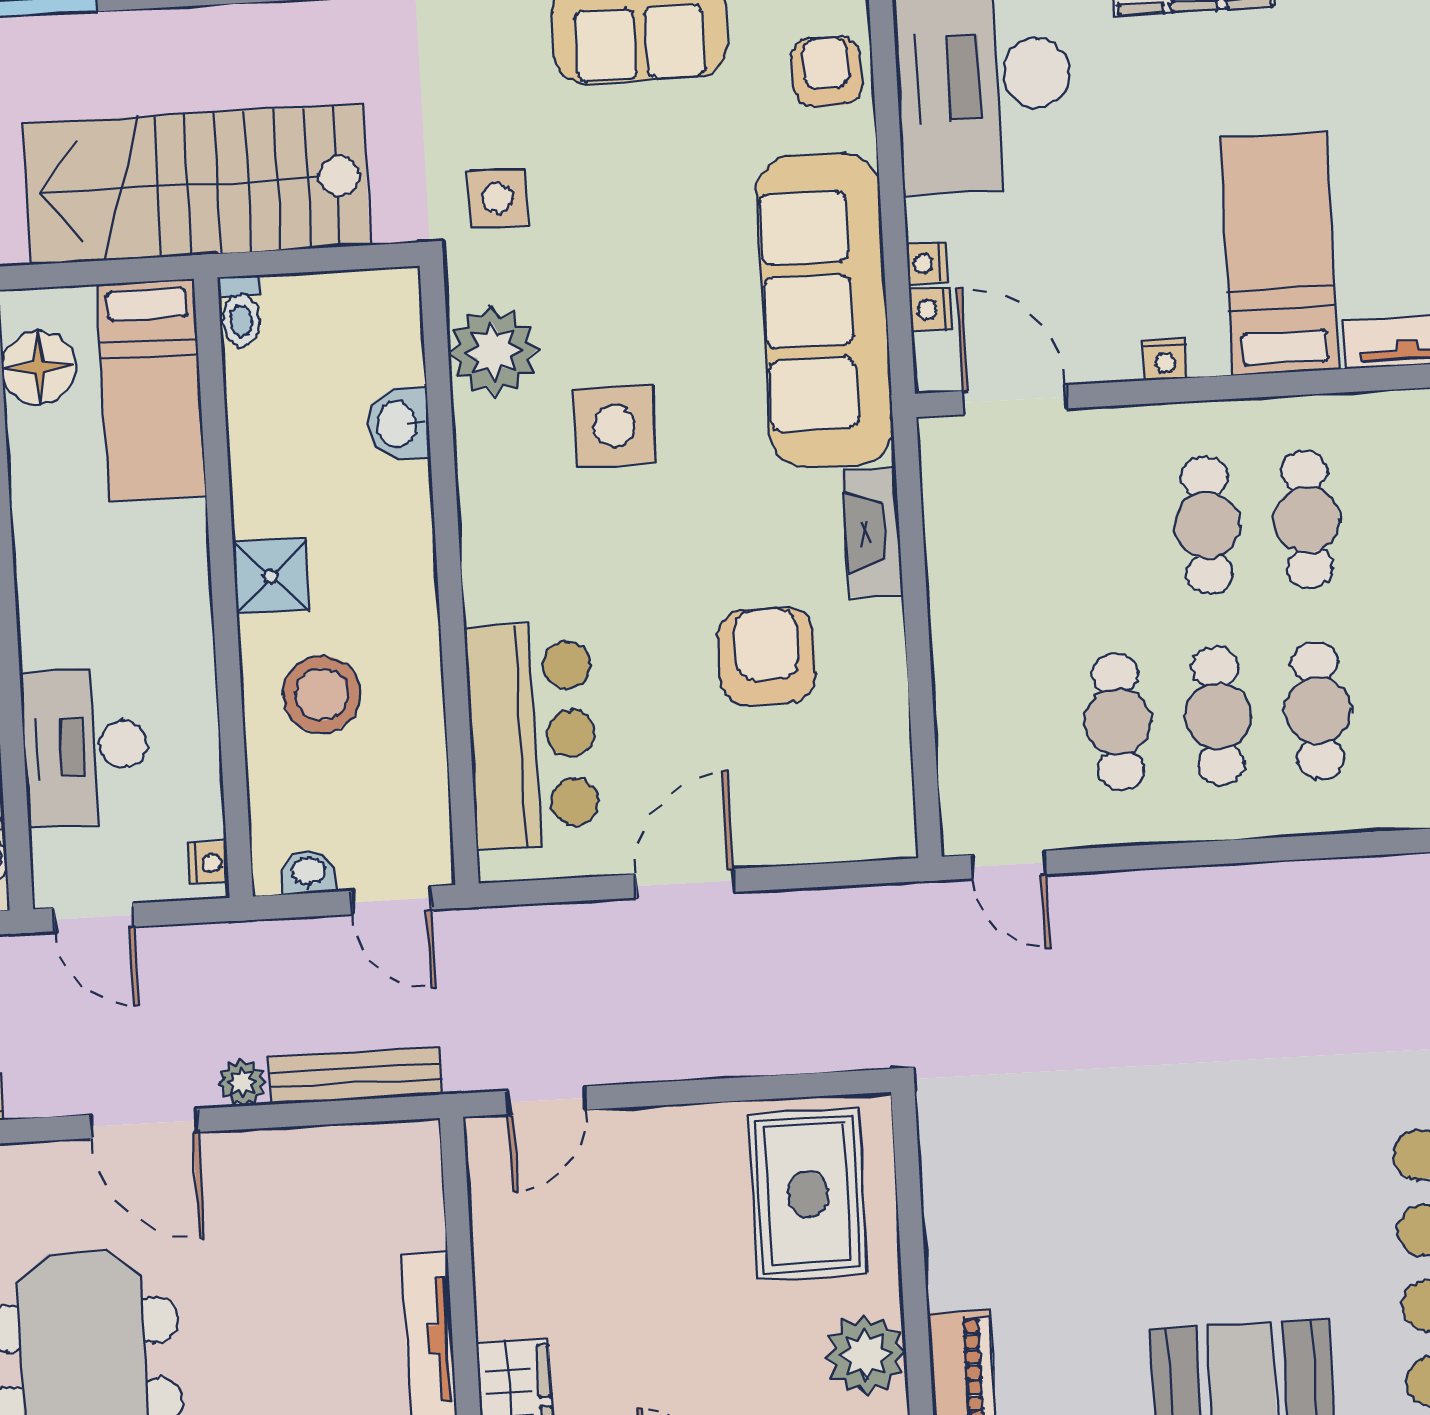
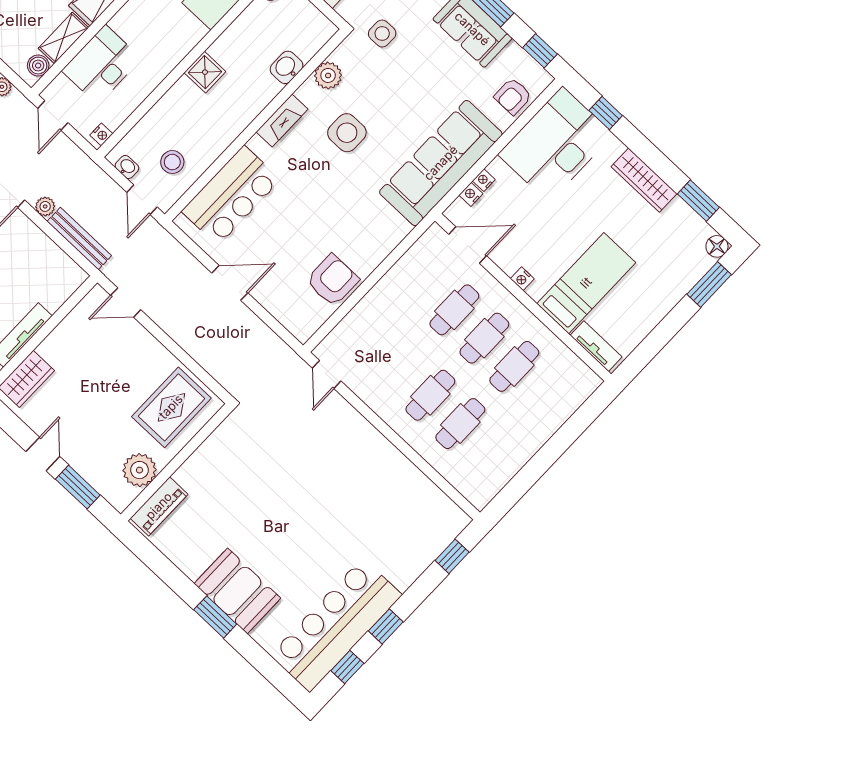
armchair: (827, 72) -> (513, 96), turned 180
plant: (493, 351) -> (328, 75), width x0.73, depth x0.73
door: (1014, 400) -> (468, 245), hinge flipped
fireplace: (872, 532) -> (282, 121), moved, turned 180
armchair: (767, 656) -> (332, 280), moved
stool: (322, 694) -> (172, 162), moved, width x0.73, depth x0.73
cafe table: (1118, 722) -> (454, 310), moved

